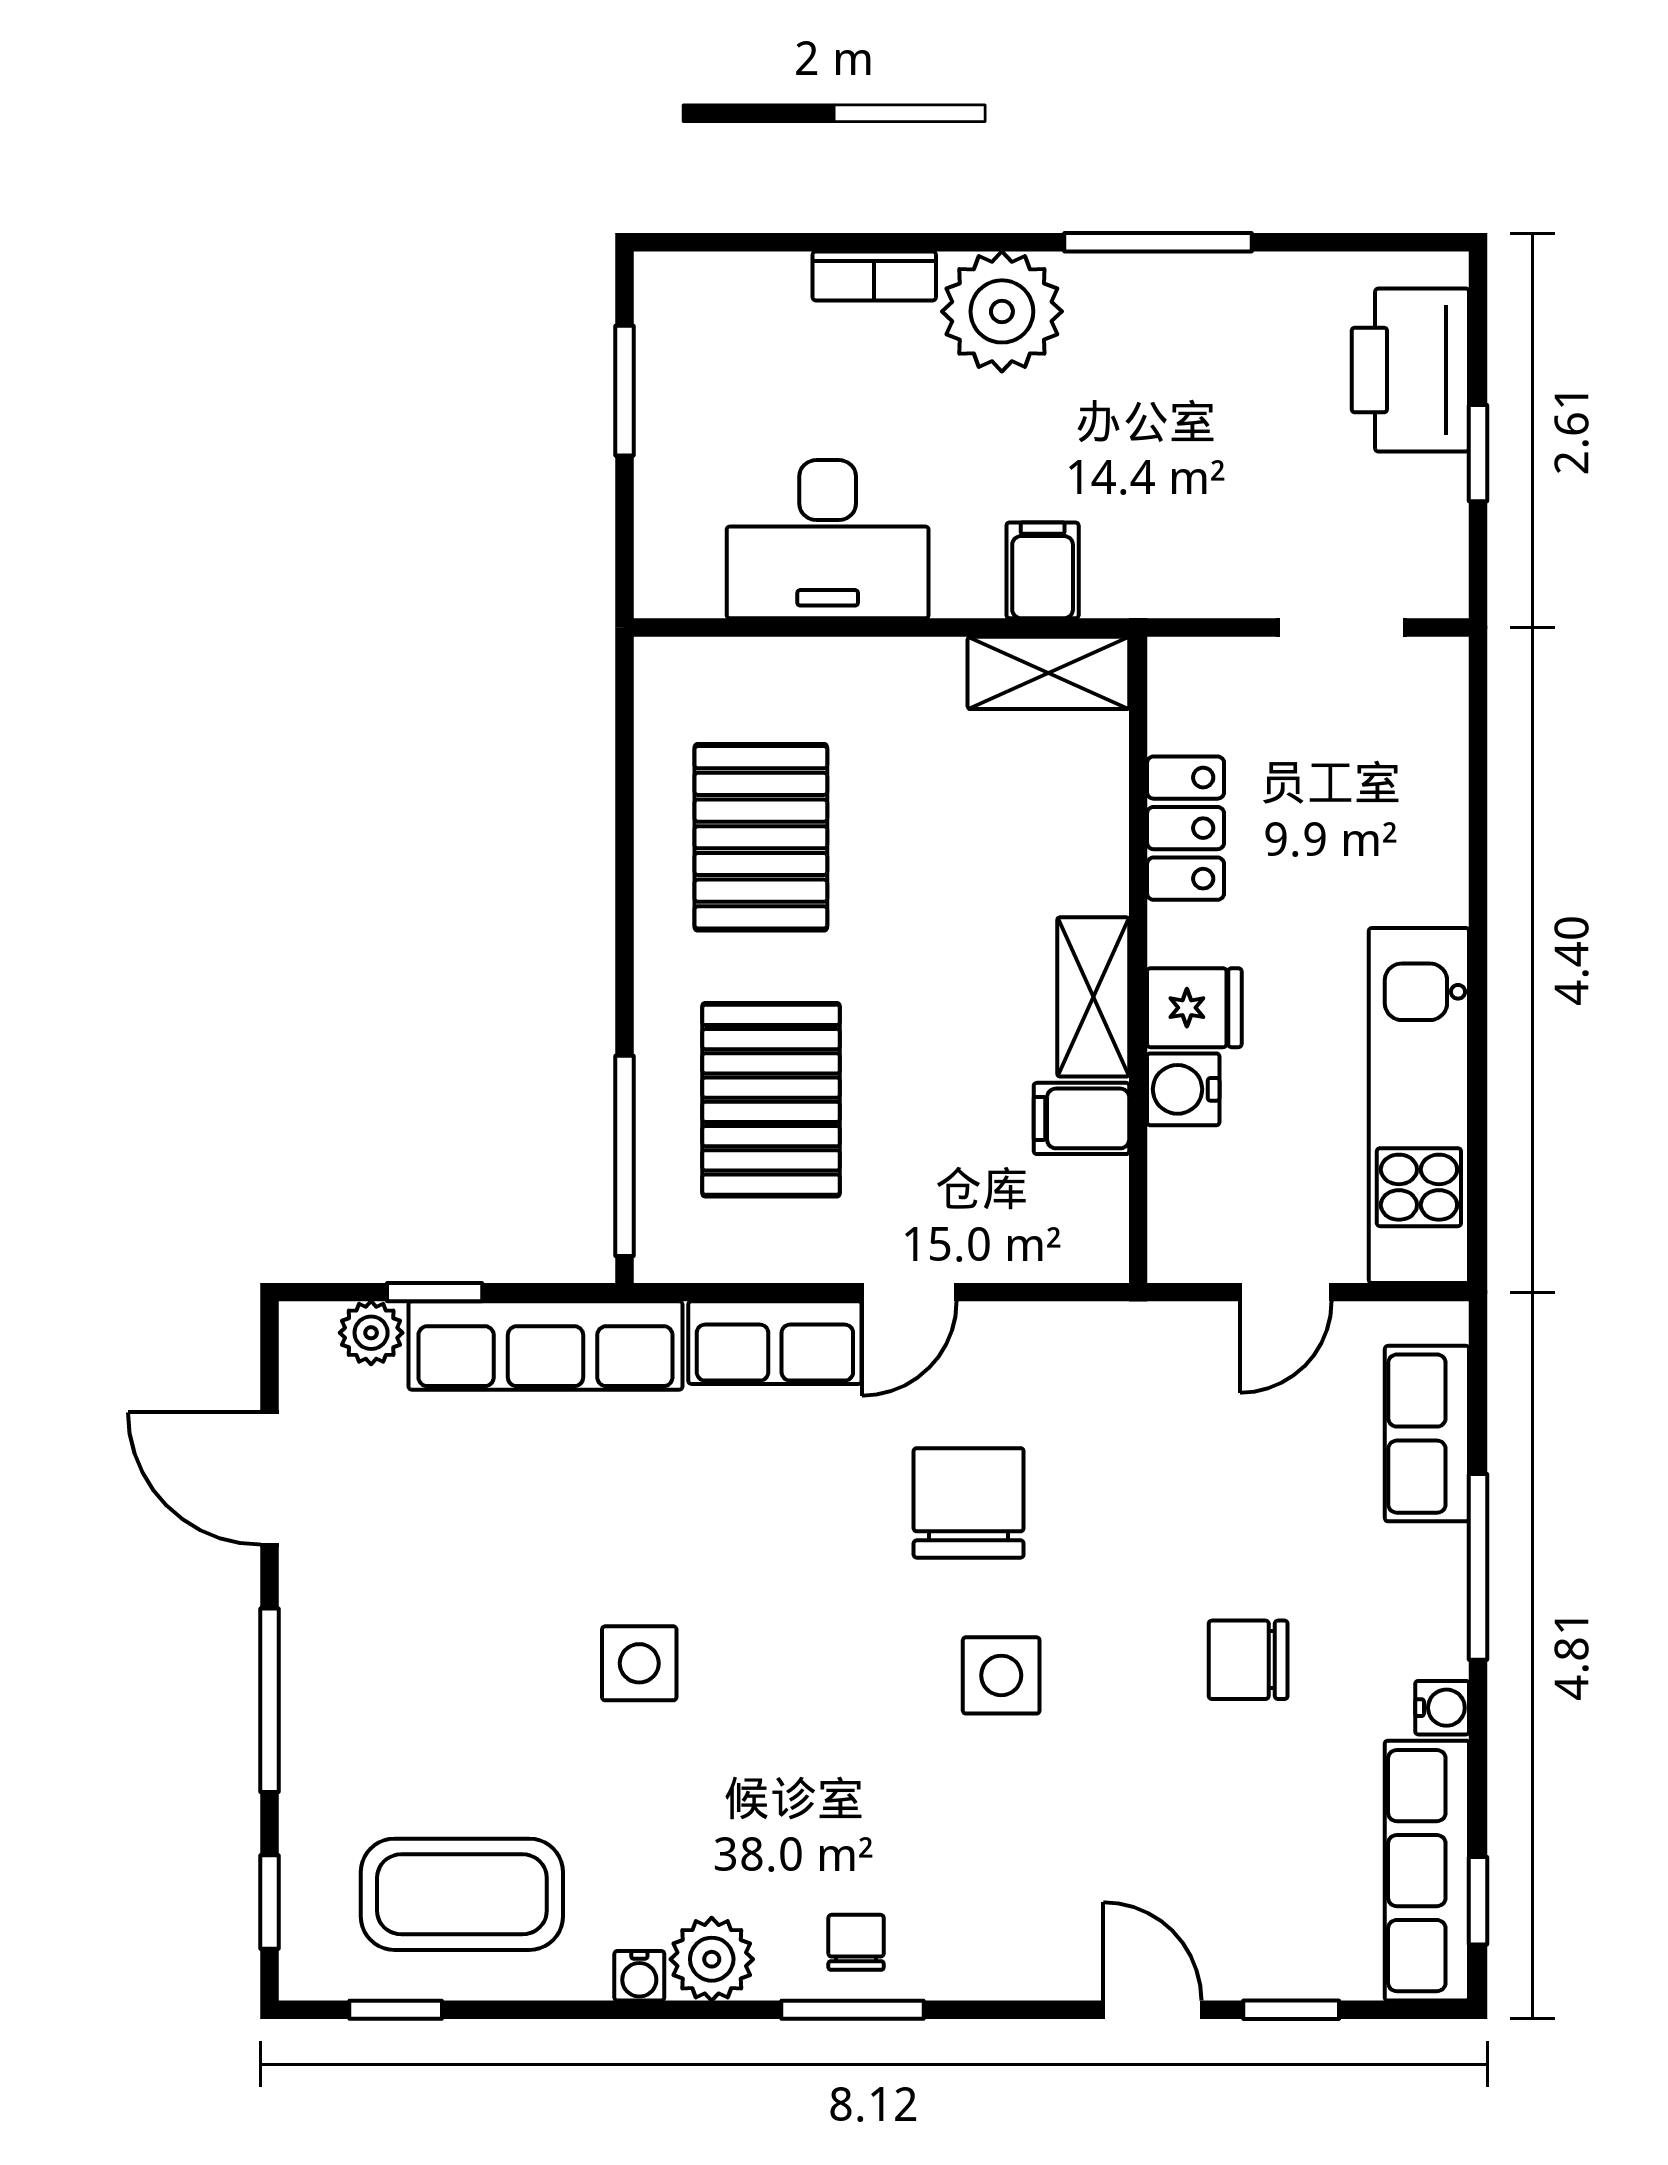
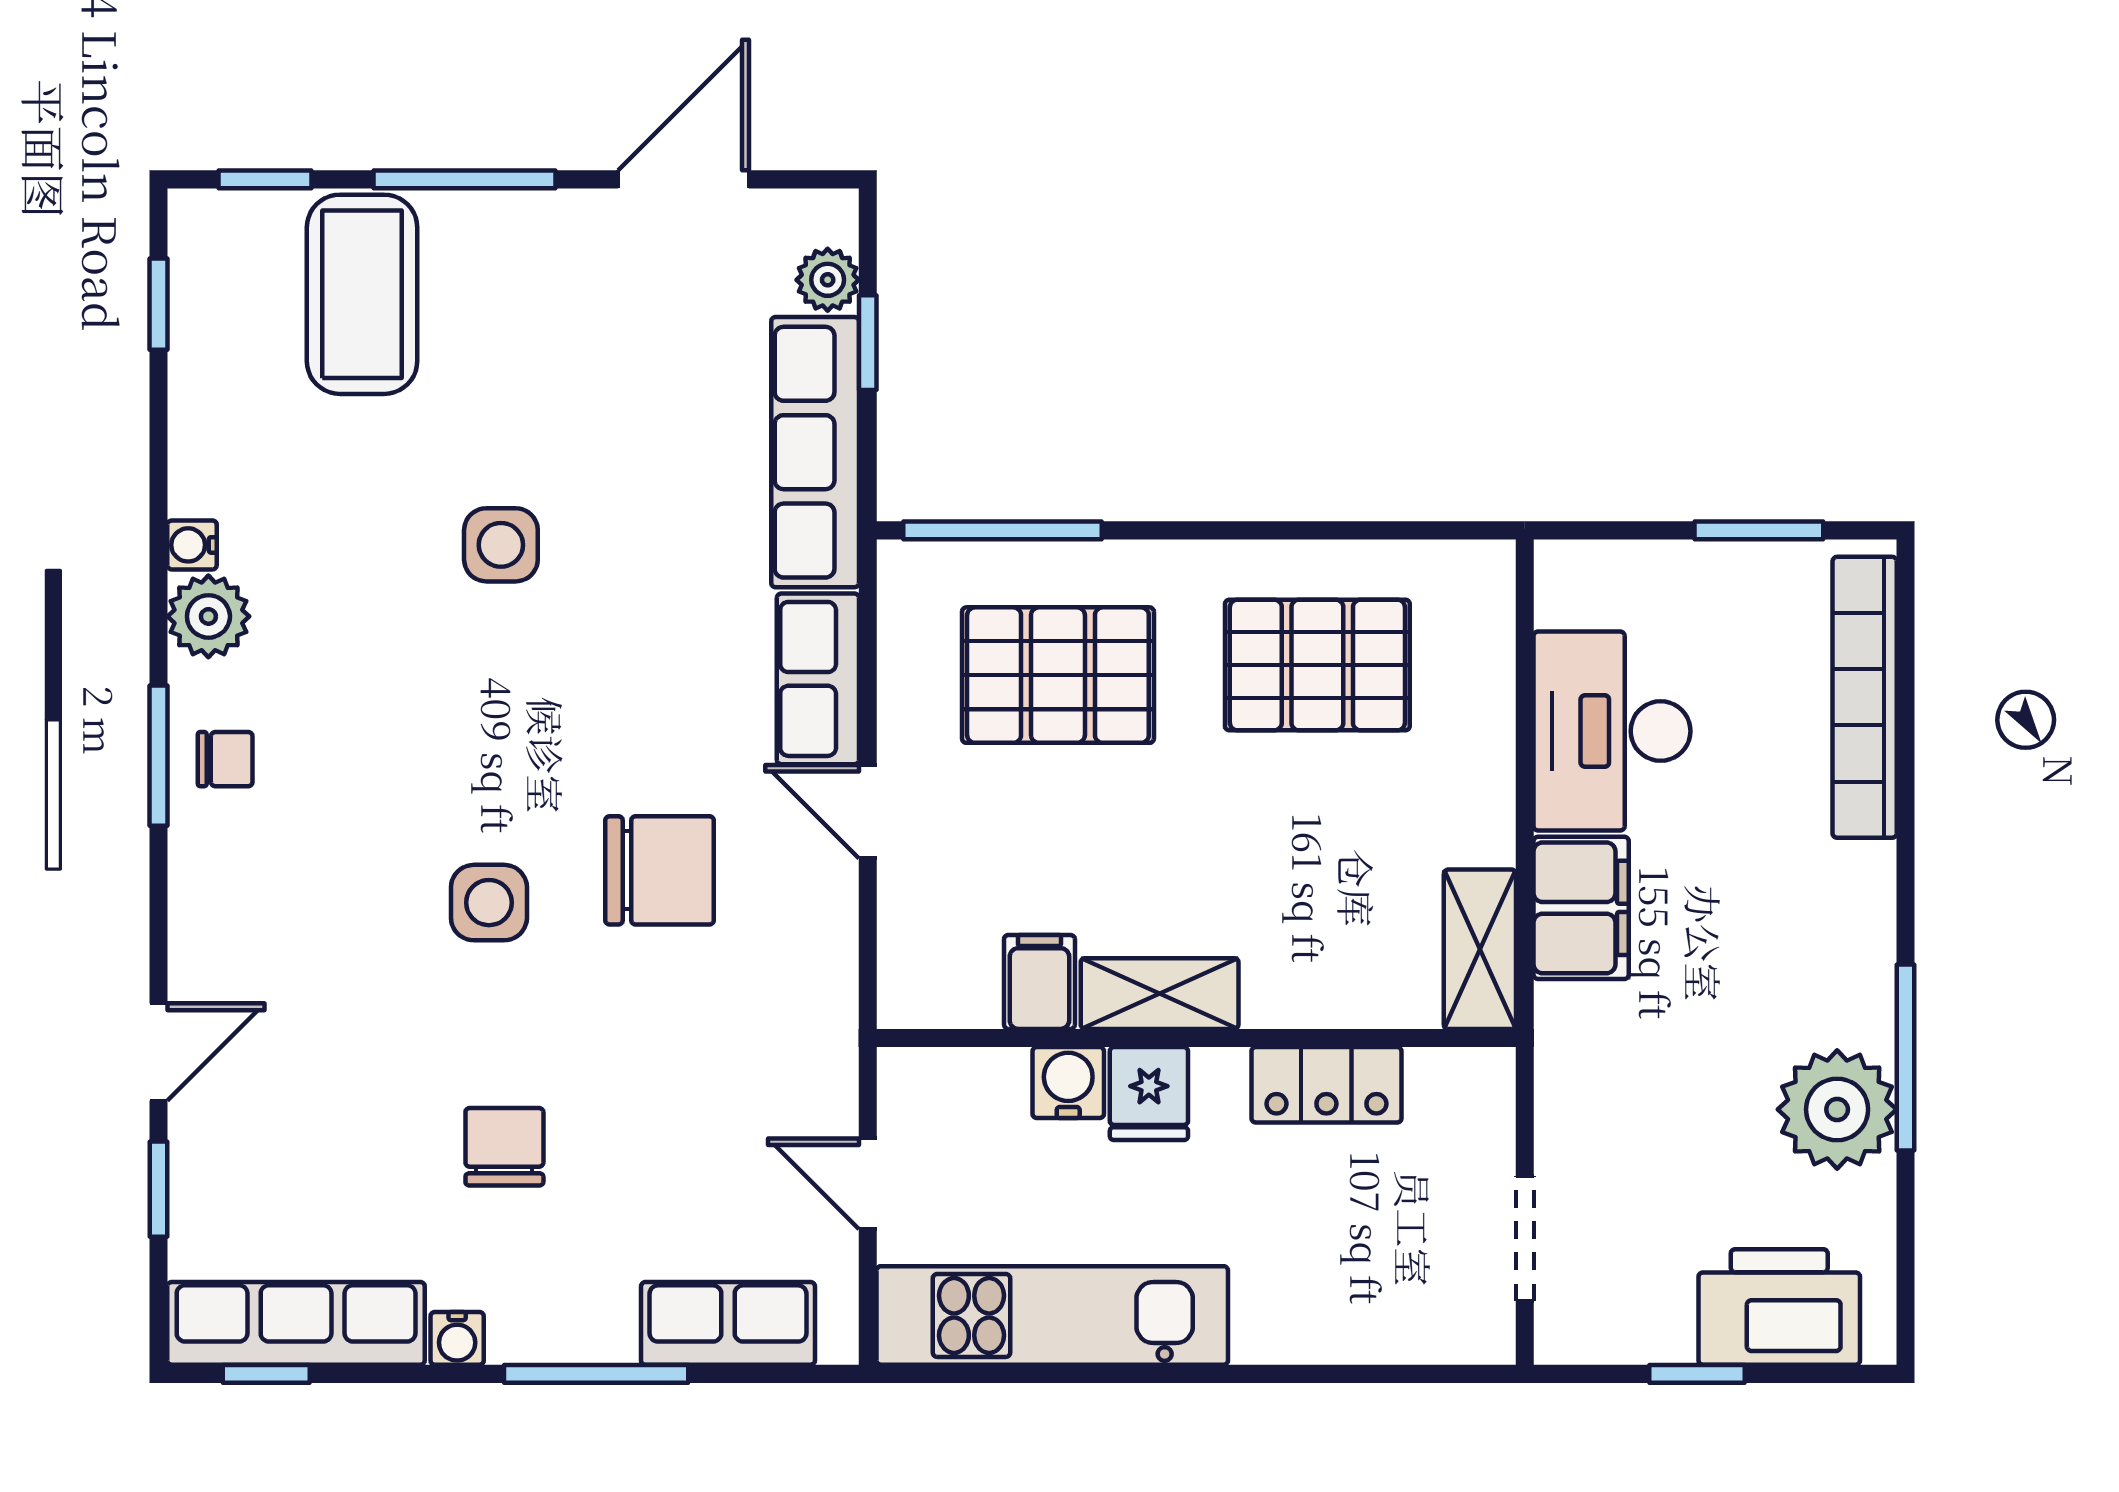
bookcase: (874, 276) -> (1865, 697), width x2.31, depth x1.31
plant: (1002, 311) -> (1837, 1109), moved
filing cabinet: (1043, 570) -> (1581, 908), width x2.00
coffee table: (462, 1894) -> (362, 294), moved

